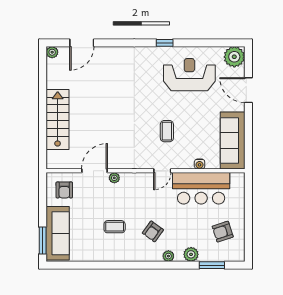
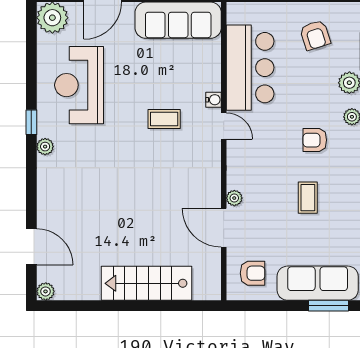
plant: (149, 52) -> (45, 147), added
water cooler: (200, 164) -> (214, 100), moved
armchair: (153, 231) -> (315, 140), turned 144

